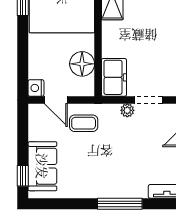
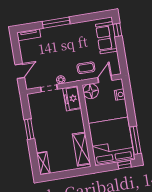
floor lamp: (82, 64) -> (91, 91), moved
nightstand: (36, 88) -> (120, 95), moved
door: (56, 100) -> (105, 79), hinge flipped

